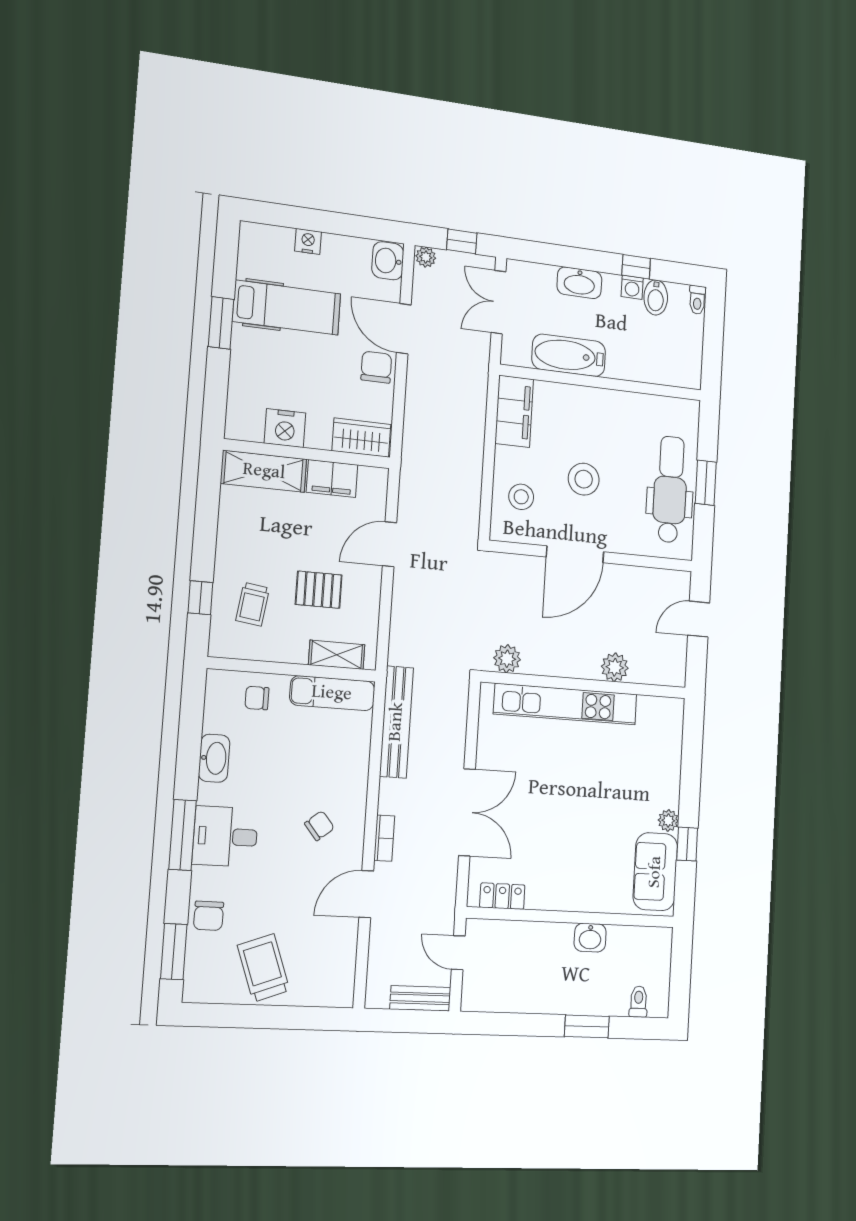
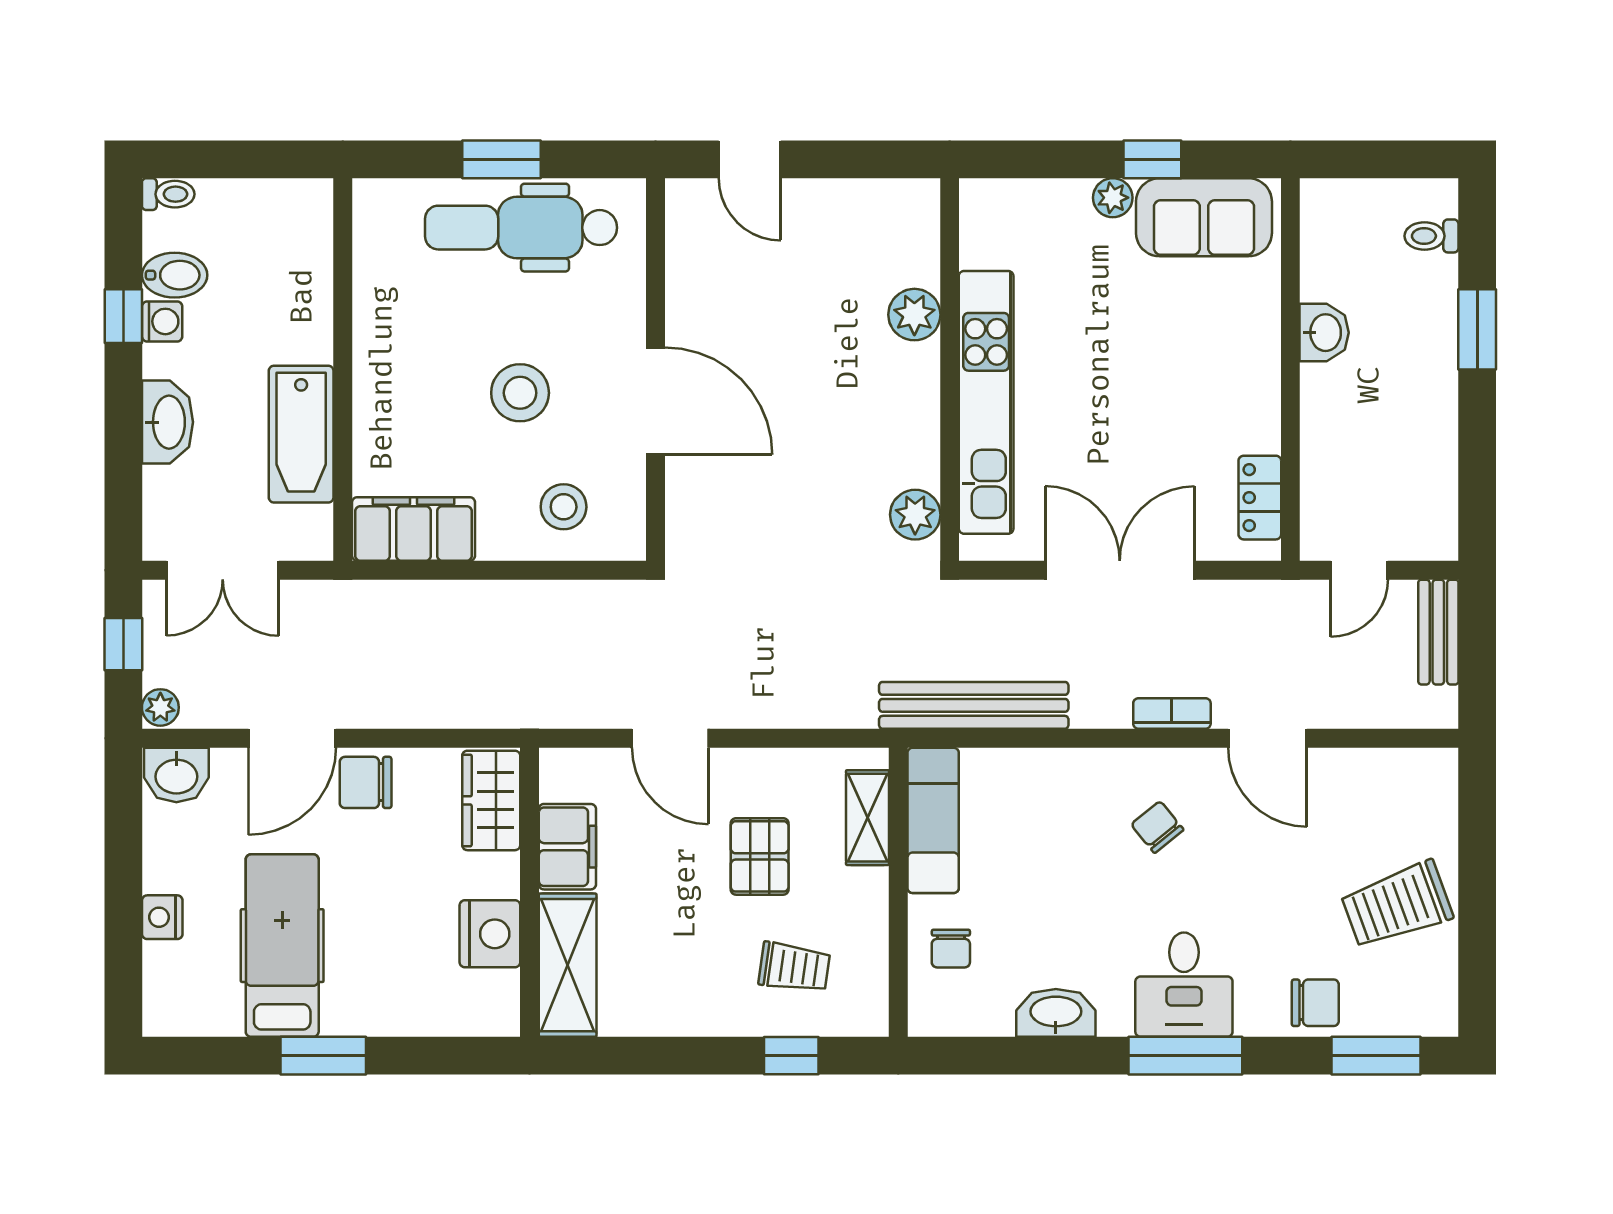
plant: (507, 659) -> (915, 515), moved
plant: (615, 667) -> (914, 315), moved
wall: (584, 685) -> (950, 369), moved
kitchen unit: (566, 704) -> (986, 402), moved

